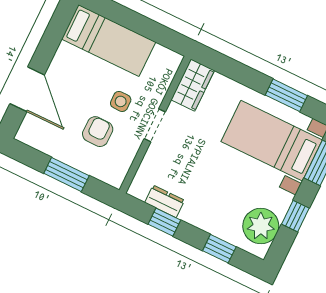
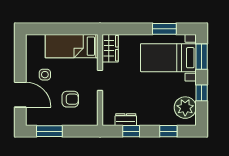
bed: (109, 40) -> (72, 46), moved, turned 180
side table: (121, 101) -> (45, 75), moved
armchair: (98, 132) -> (70, 99), turned 90
window: (66, 174) -> (49, 131), moved

